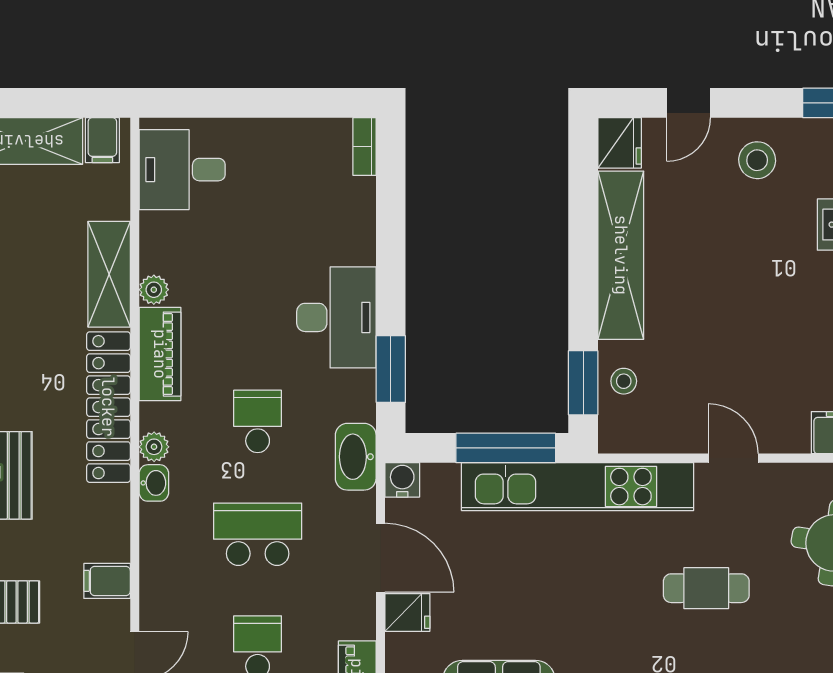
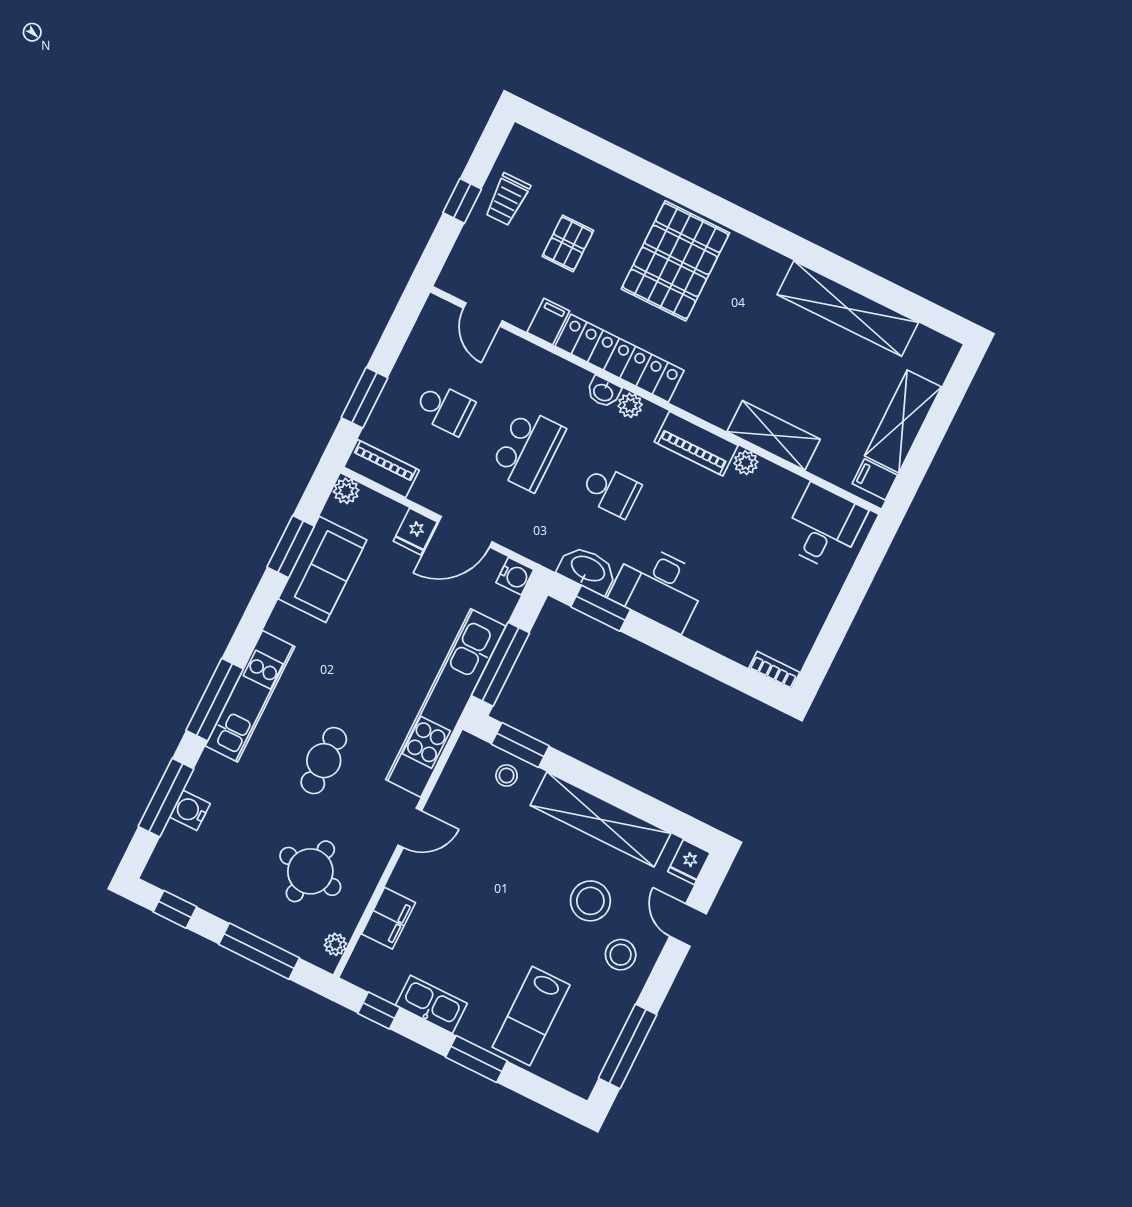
fridge: (620, 143) -> (689, 862), width x0.72
stool: (715, 222) -> (590, 901), added
locker: (108, 407) -> (620, 358), moved
washbasin: (356, 457) -> (588, 569), moved

